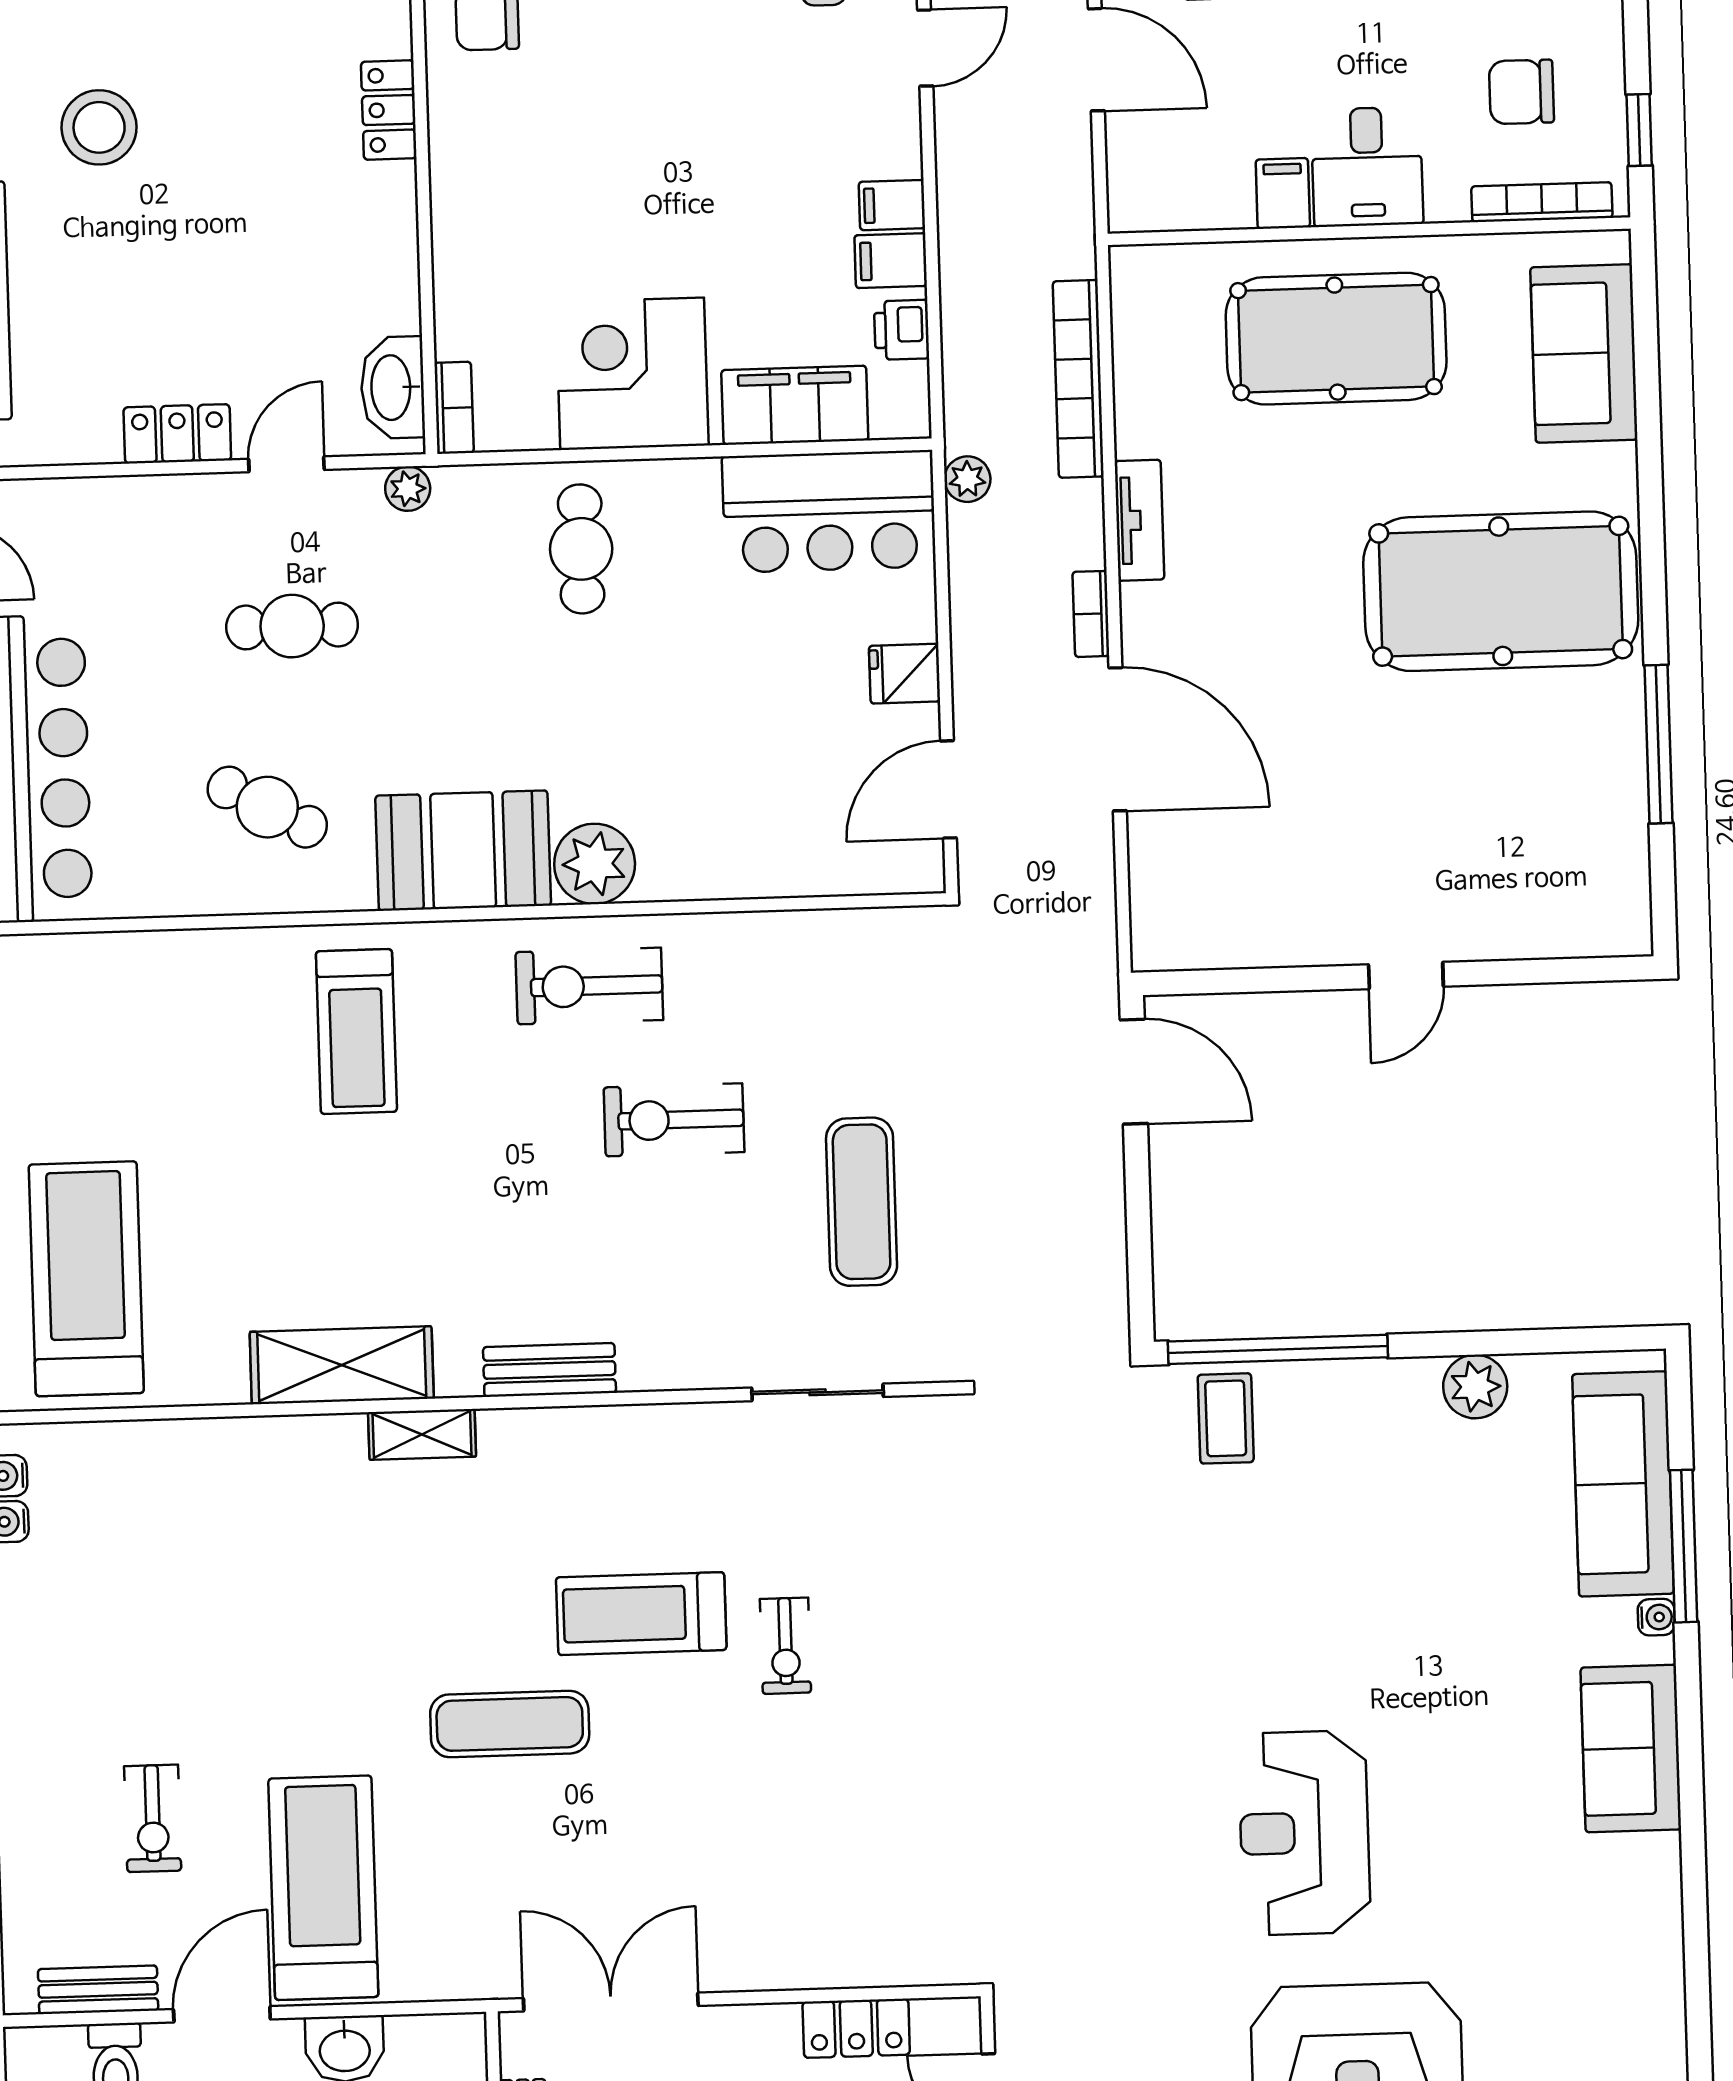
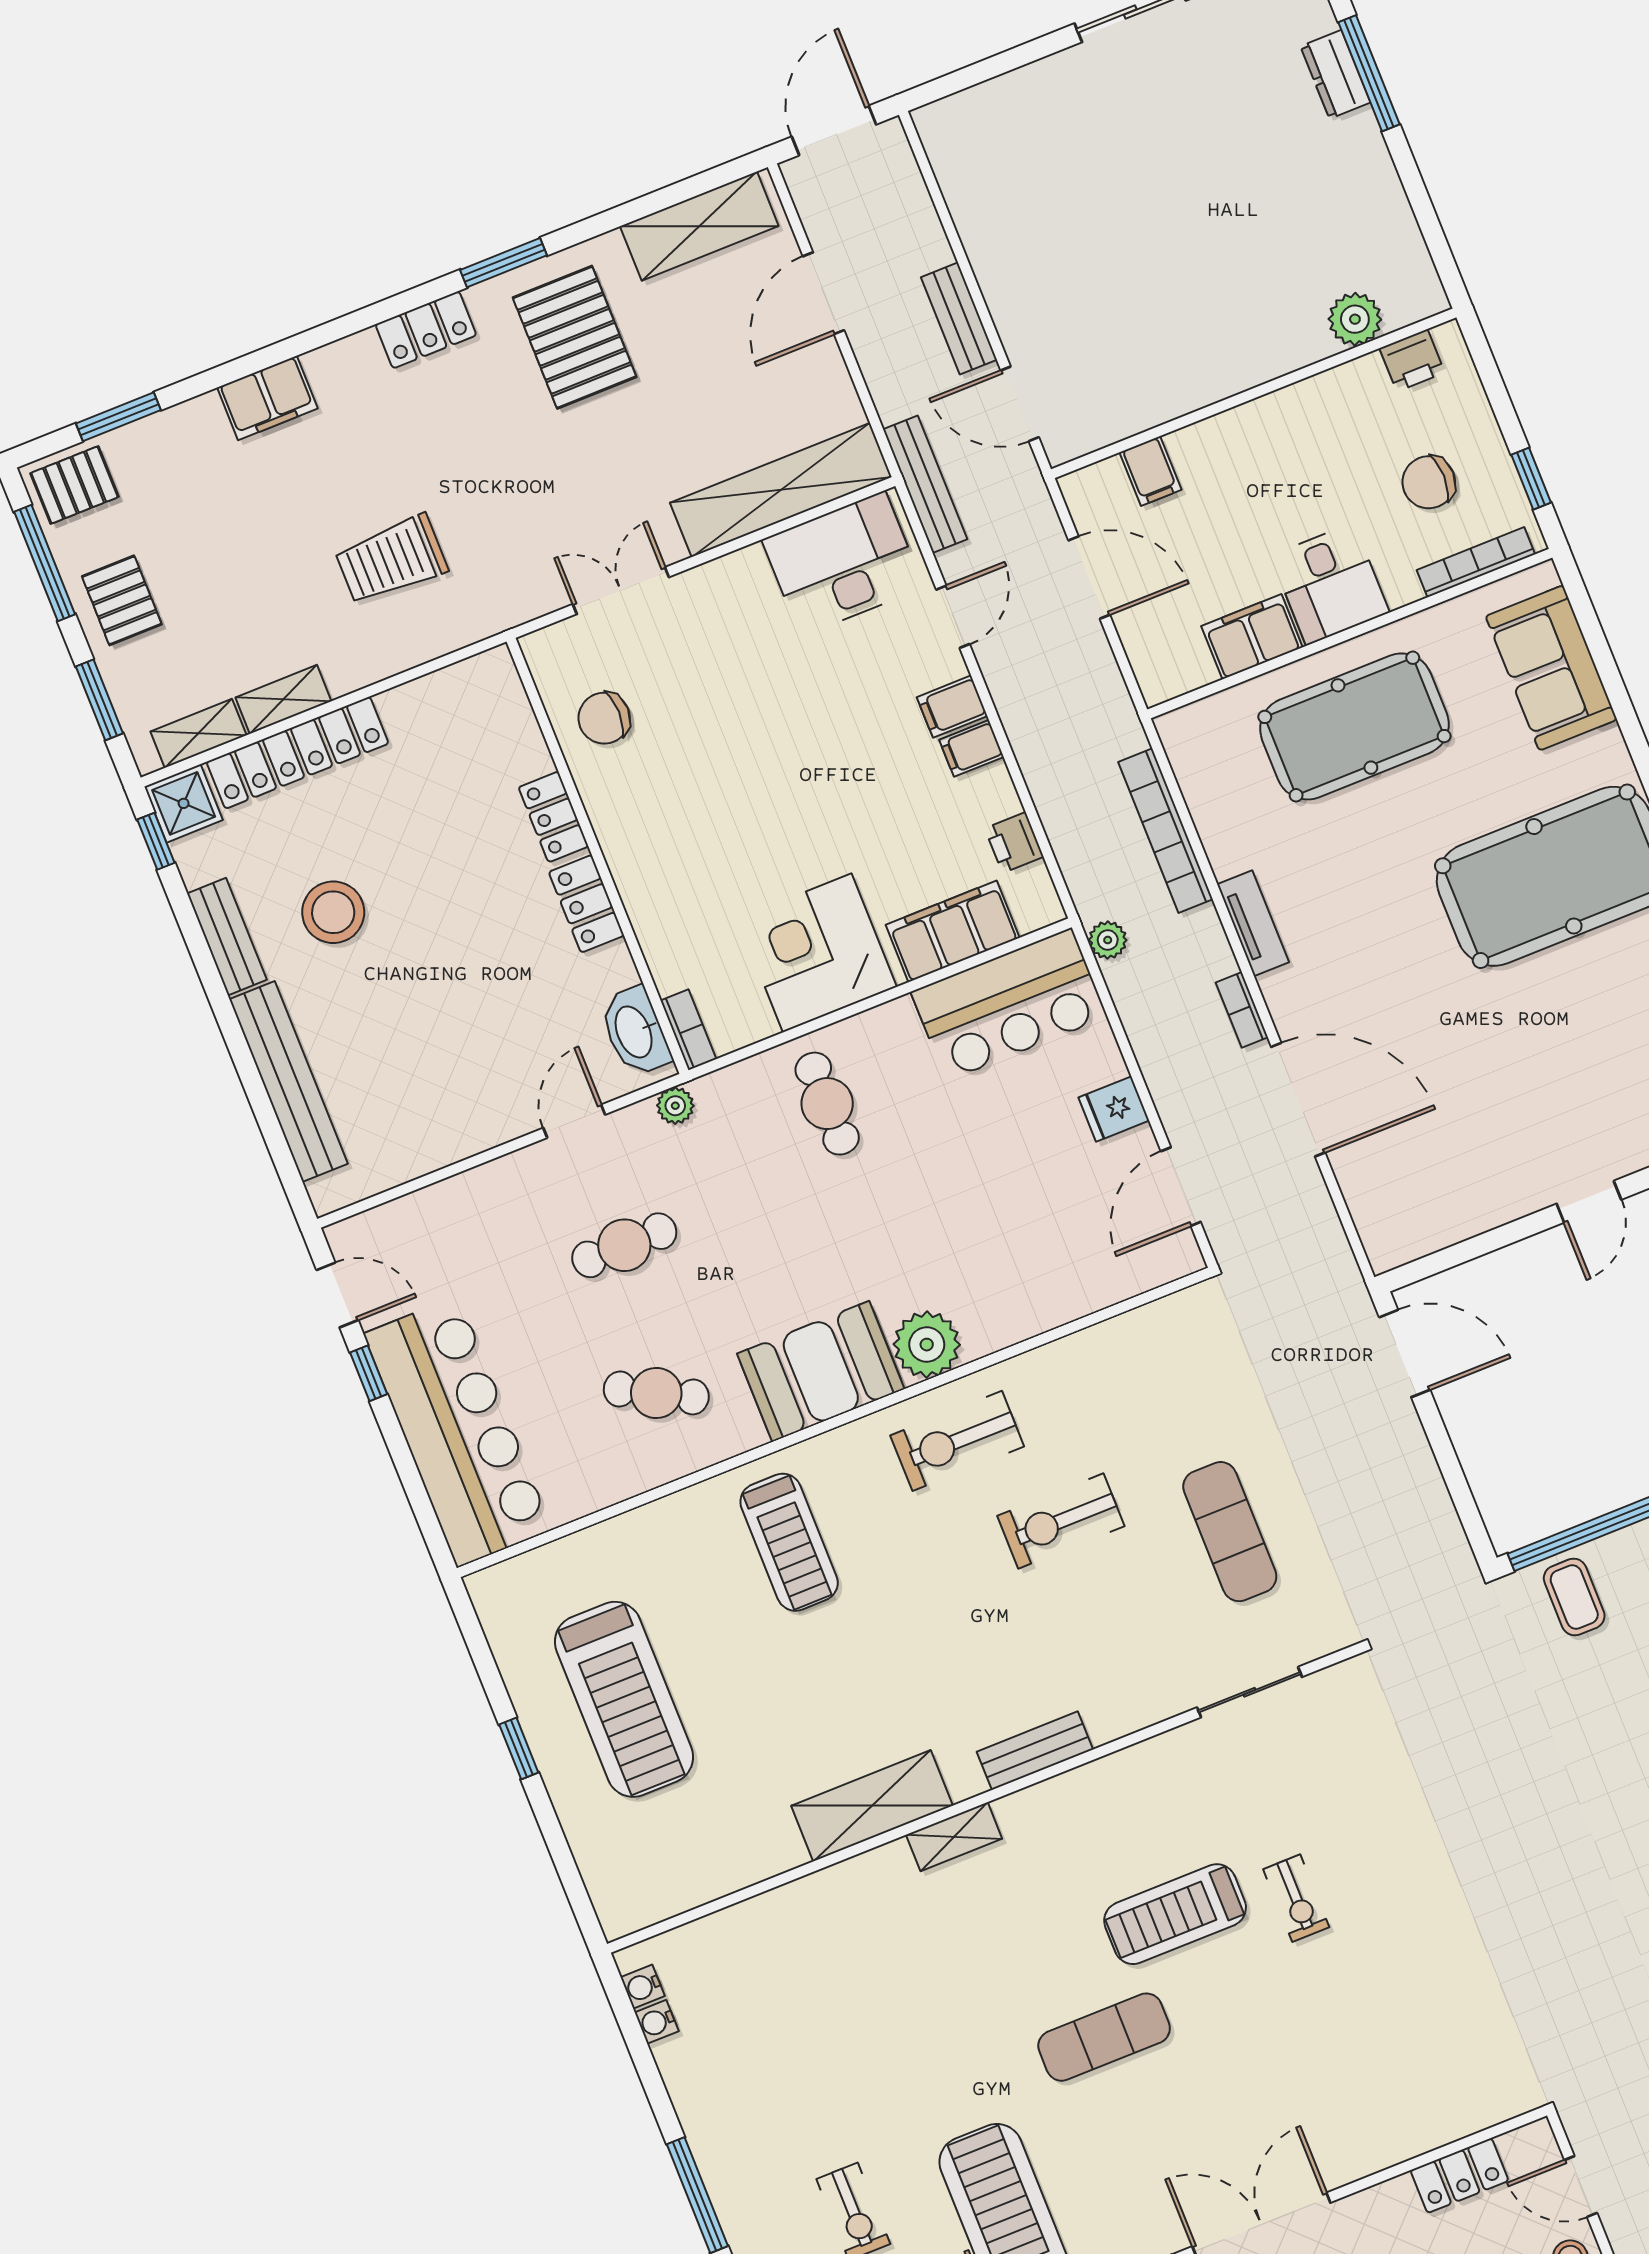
filing cabinet: (1283, 193) -> (1252, 637), width x2.00
filing cabinet: (891, 261) -> (952, 707), moved
locker: (177, 434) -> (586, 904), moved, turned -90
treadmill: (86, 1279) -> (624, 1699), moved, turned 180

